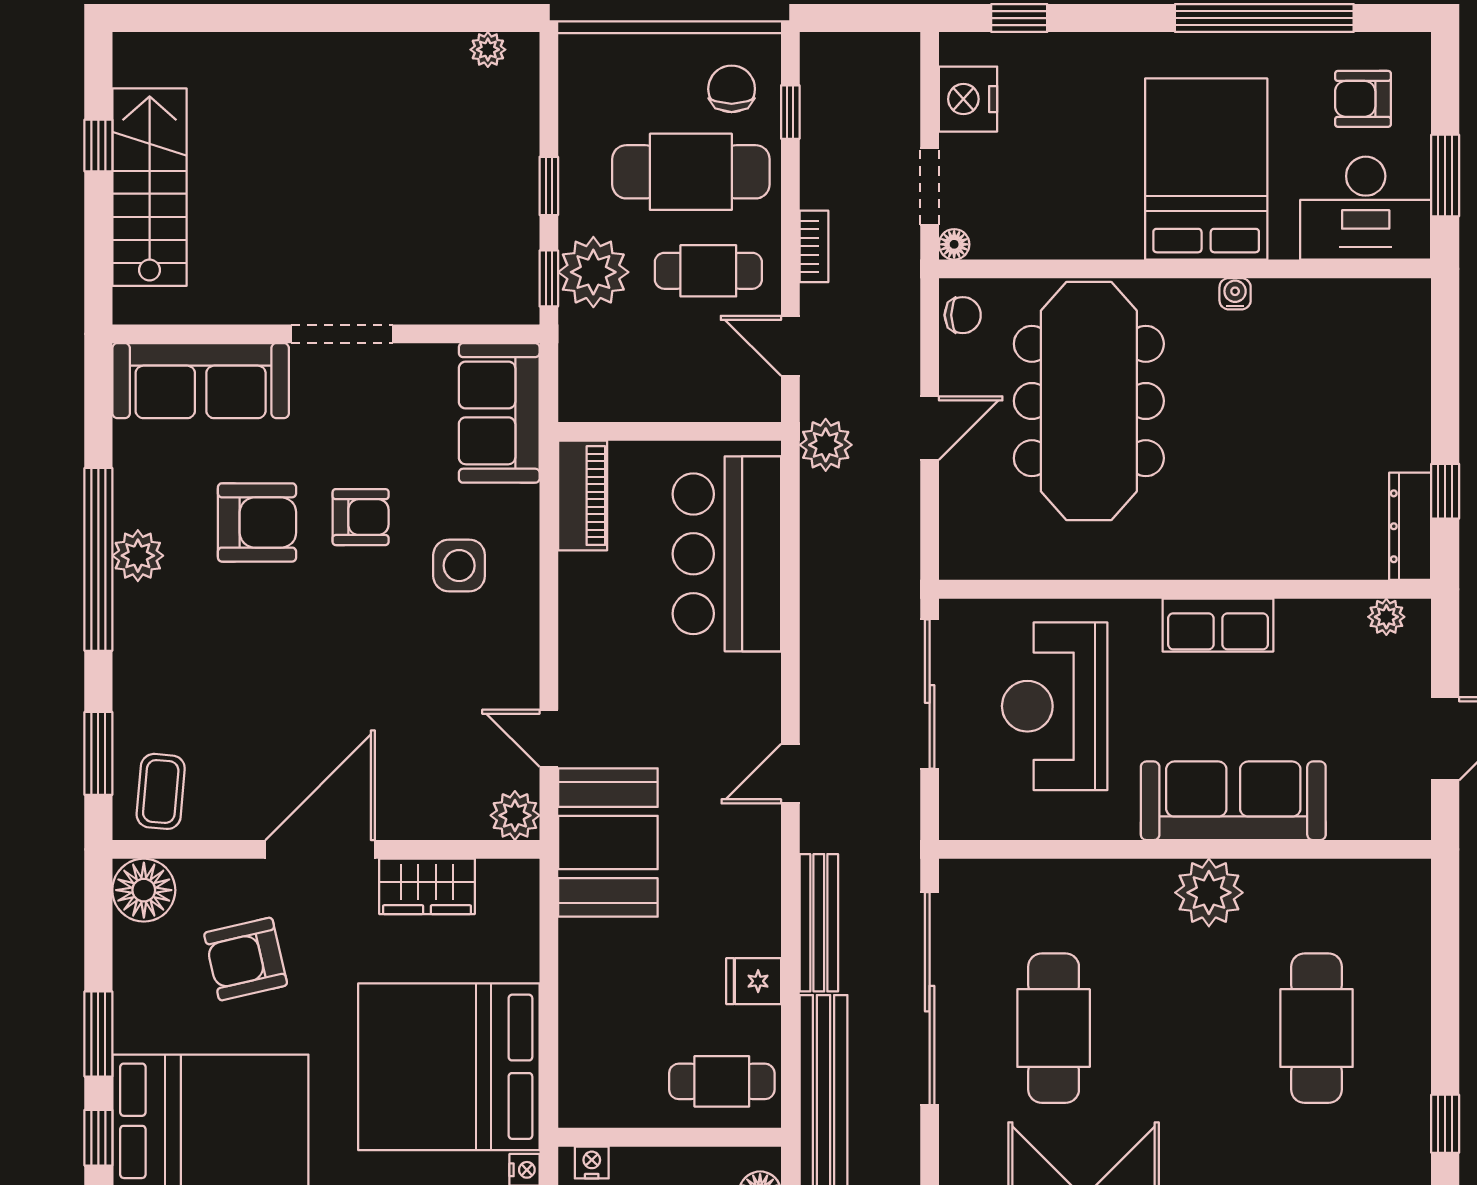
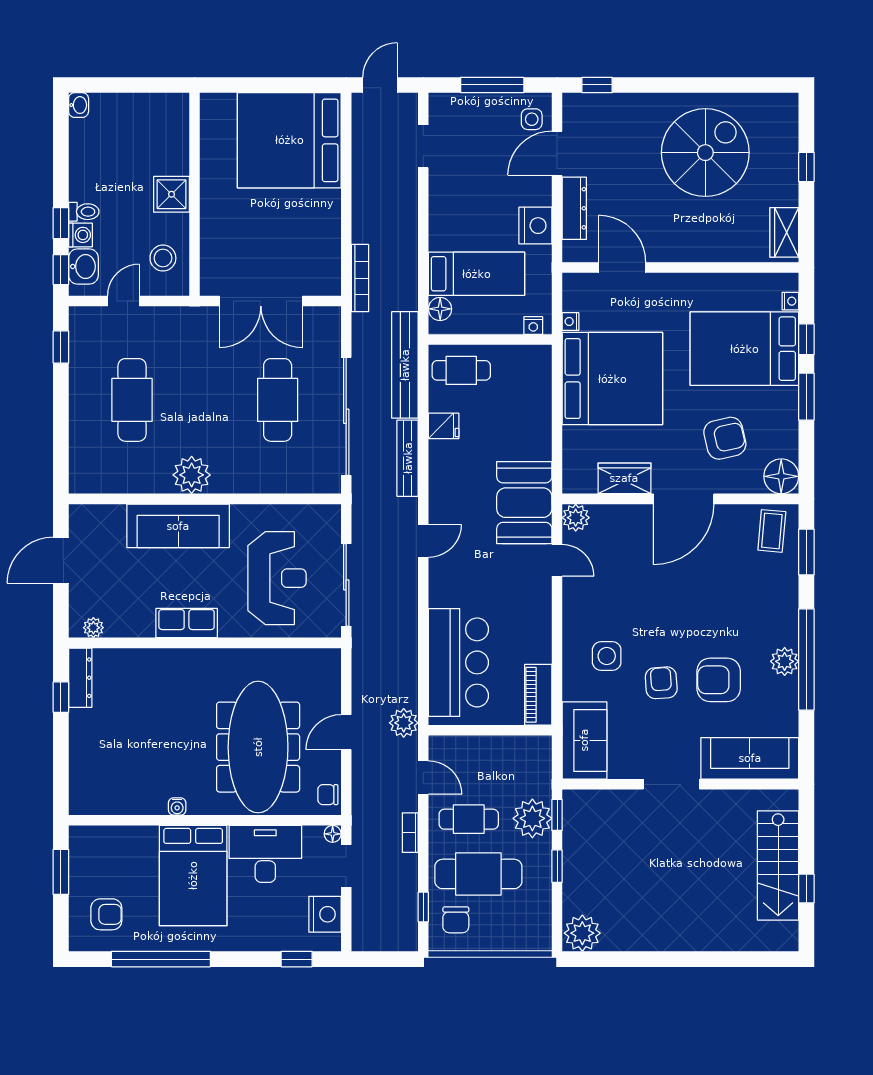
plant: (488, 50) -> (582, 933), width x1.88, depth x1.88
desk: (1366, 208) -> (265, 854), moved
armchair: (361, 517) -> (661, 683), turned 86

